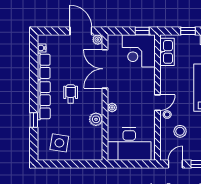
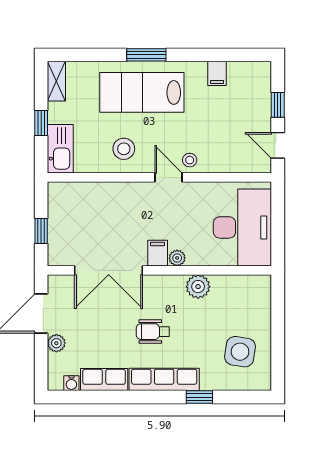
window: (142, 31) -> (41, 231), moved
plant: (98, 40) -> (56, 343), moved
corner desk: (139, 51) -> (76, 211), removed
kitchen sink: (167, 52) -> (60, 149), moved, turned 90
filing cabinet: (115, 96) -> (158, 253), added
stool: (180, 131) -> (124, 149), moved

